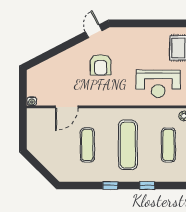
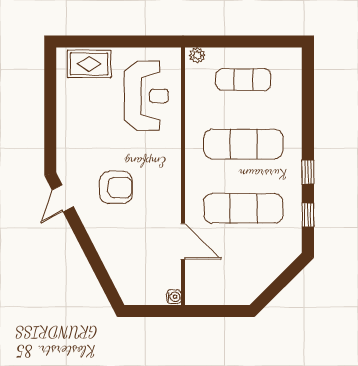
door: (94, 31) -> (63, 198), hinge flipped
exercise mat: (87, 145) -> (243, 208), width x1.36, depth x1.45
window: (147, 186) -> (308, 215), moved

